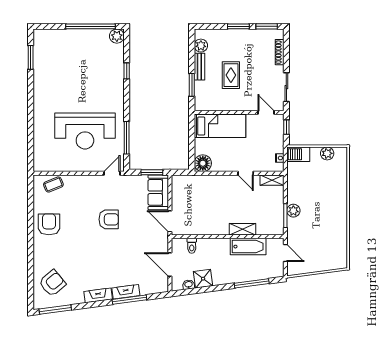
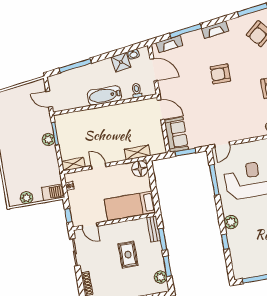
plant: (117, 36) -> (231, 222), moved
window: (192, 56) -> (167, 266), added
bench: (199, 67) -> (154, 229), moved
armchair: (109, 219) -> (220, 74), moved
shelving: (242, 229) -> (137, 152), moved
bathtub: (248, 247) -> (104, 96), moved
fireplace: (126, 292) -> (169, 44), moved

